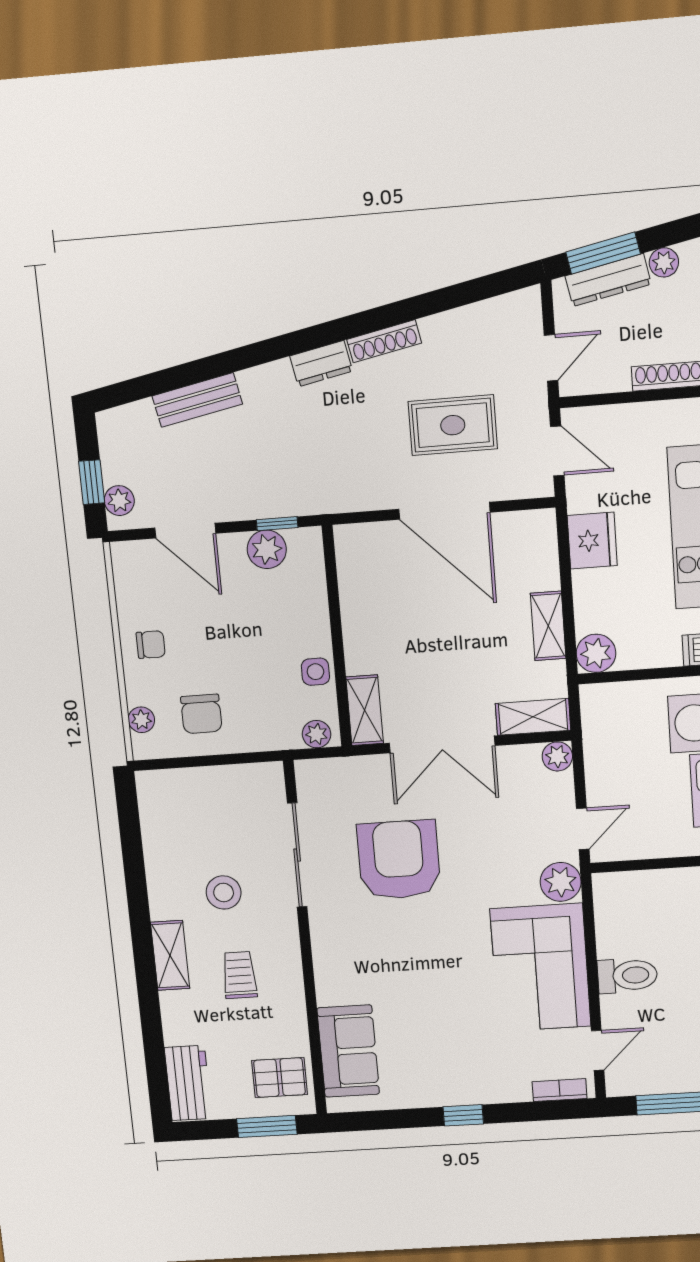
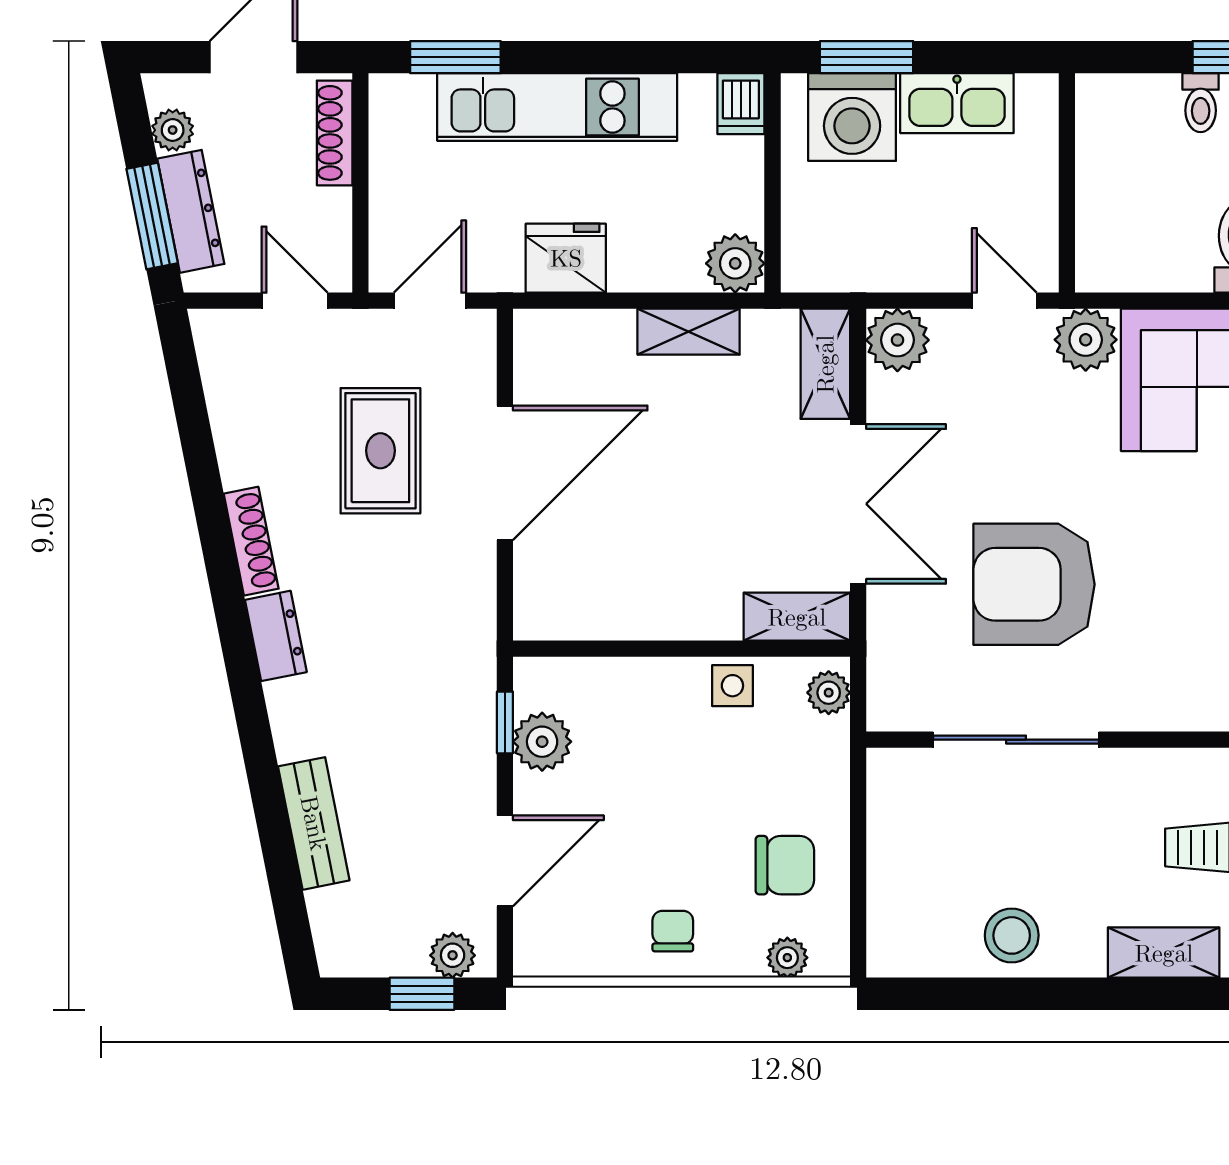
plant: (557, 756) -> (897, 340), width x1.38, depth x1.38
stool: (224, 892) -> (1012, 935), moved

